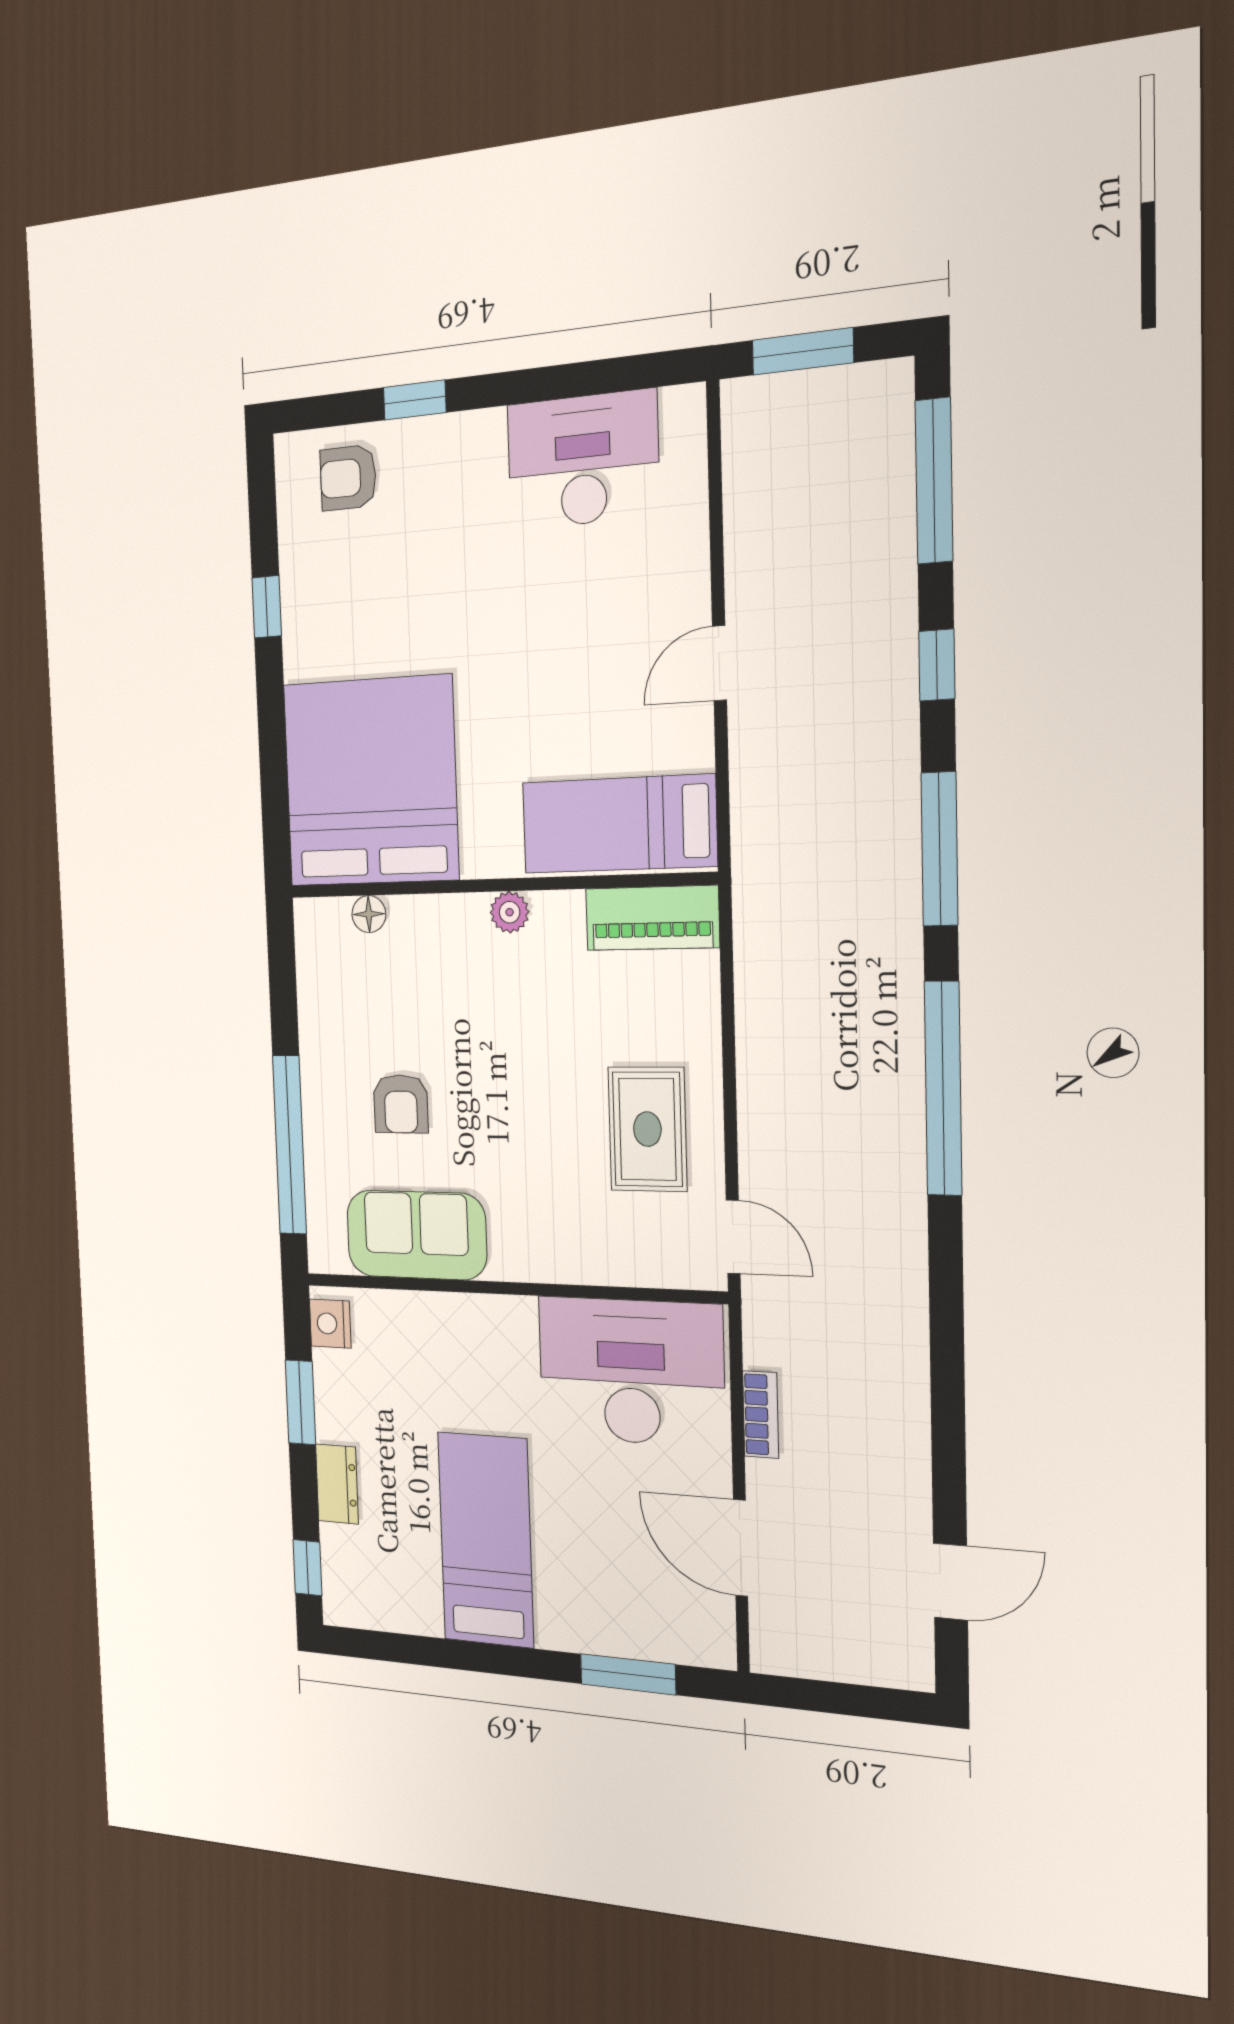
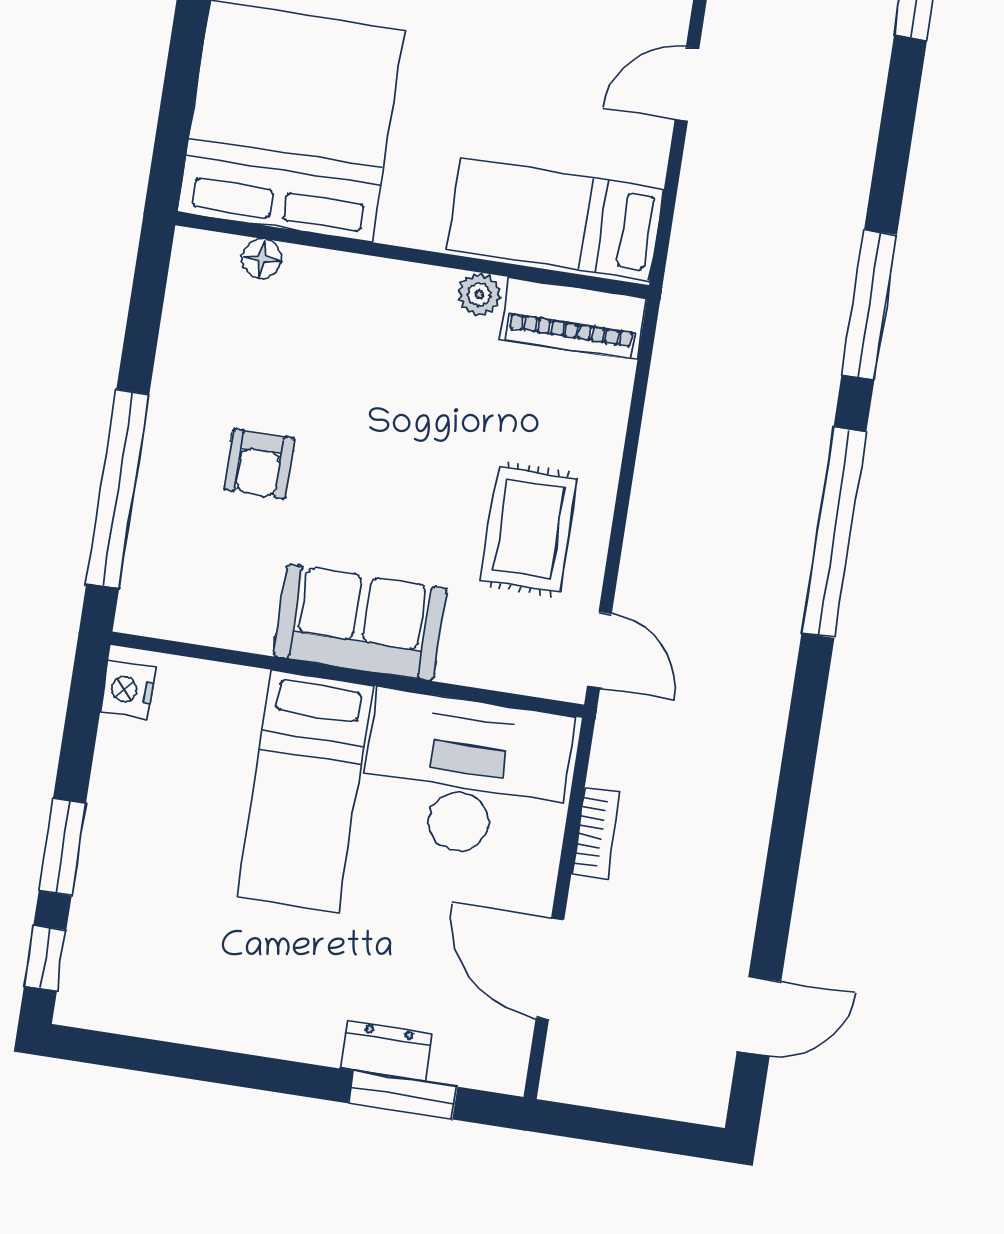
window: (937, 665) -> (896, 133), removed
plant: (510, 912) -> (479, 294), moved
sofa: (416, 1235) -> (360, 622), moved
window: (300, 1402) -> (62, 847), moved
dresser: (337, 1484) -> (386, 1051), moved, turned -90
bed: (486, 1540) -> (305, 791), moved, turned 180

